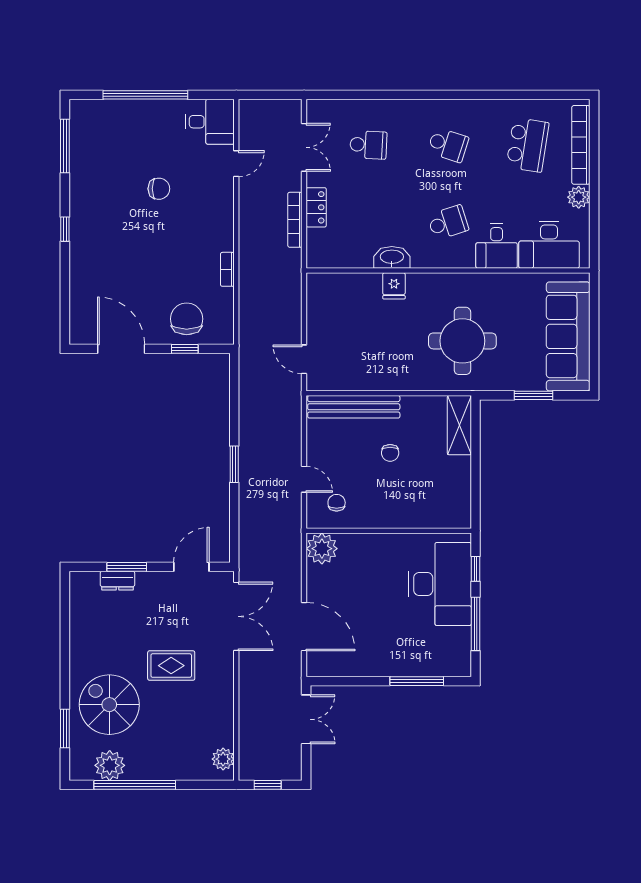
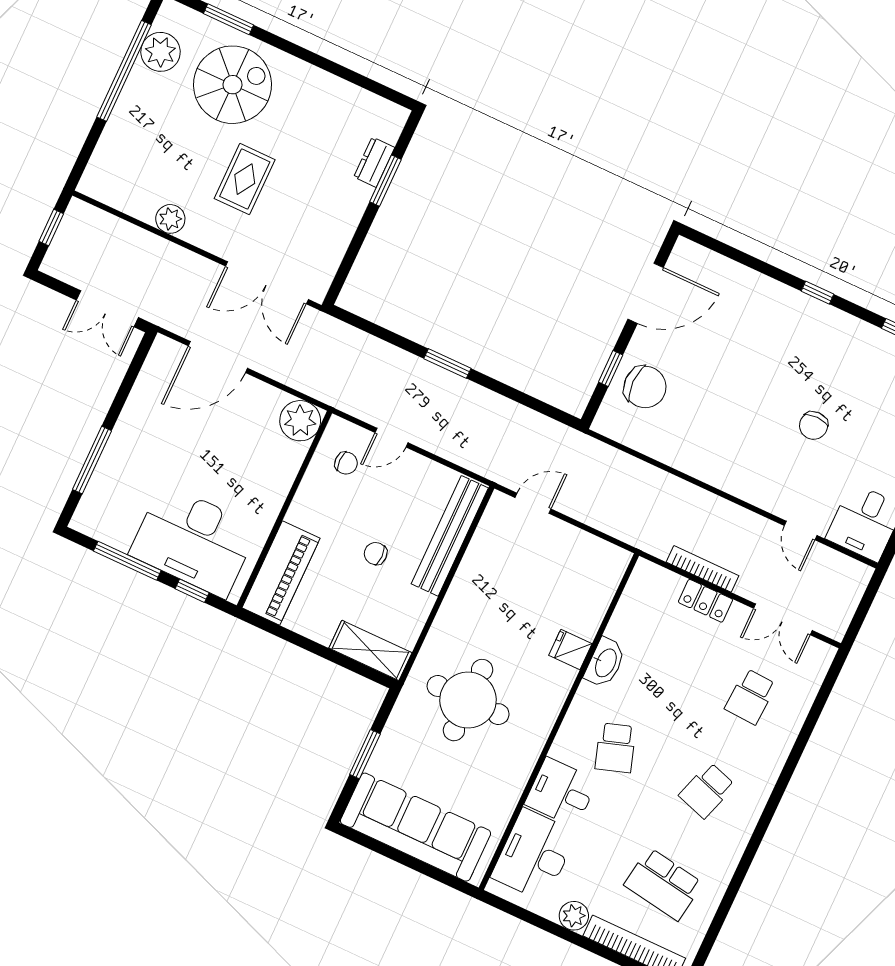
bookcase: (227, 269) -> (681, 462), removed
piano: (434, 513) -> (281, 573), added
door: (191, 567) -> (350, 257), removed
plant: (223, 759) -> (170, 219), moved

